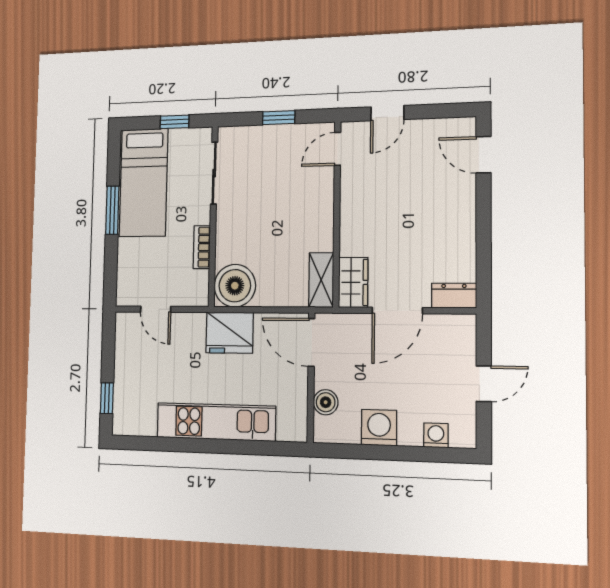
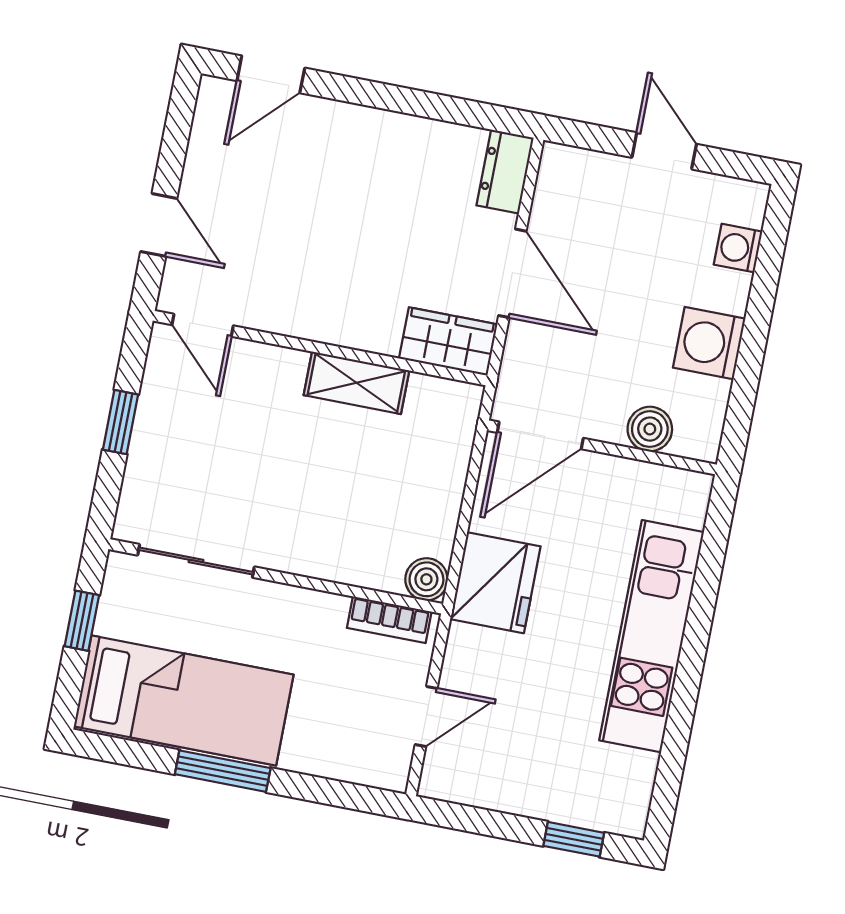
bookcase: (202, 247) -> (389, 620), moved
shelving: (321, 280) -> (356, 383), moved
boiler: (235, 286) -> (426, 579), width x0.54, depth x0.54

